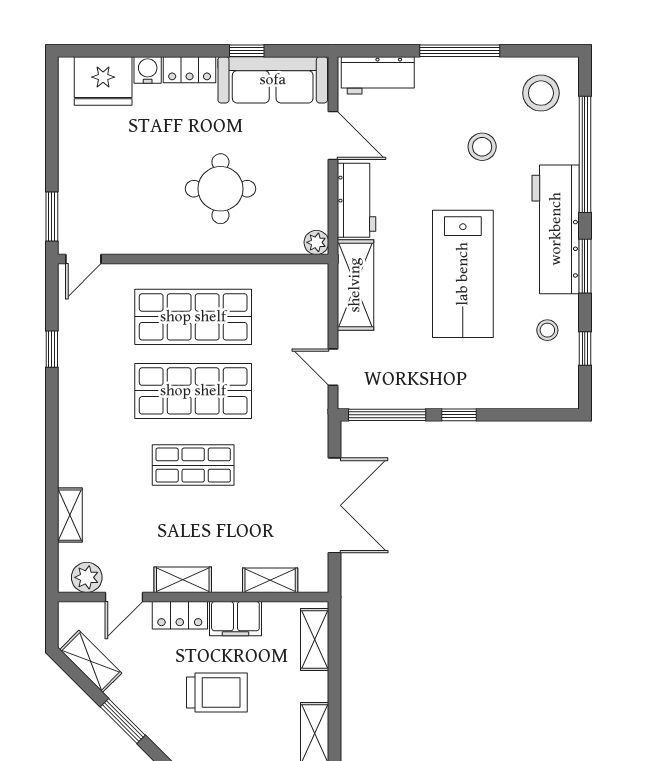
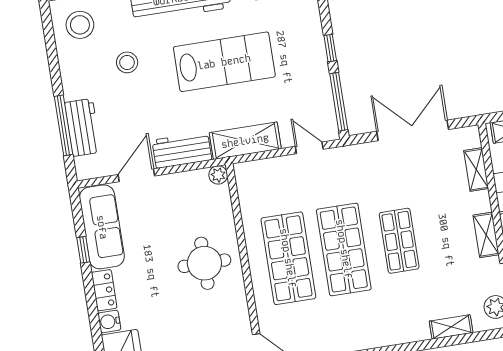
window: (460, 51) -> (63, 125), moved
workbench: (378, 75) -> (83, 127), moved
round table: (220, 189) -> (204, 263), moved
door: (333, 367) -> (309, 148), swing flipped

